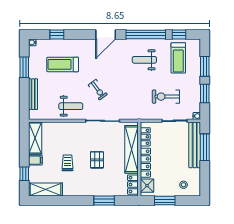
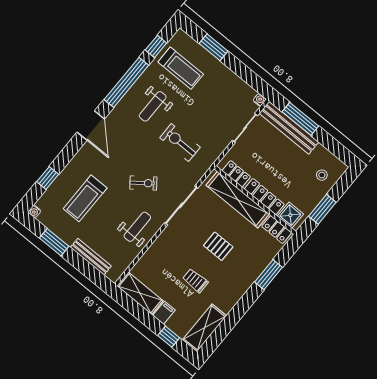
window: (205, 94) -> (243, 71), removed
exercise bike: (166, 97) -> (180, 142), moved, turned 90

